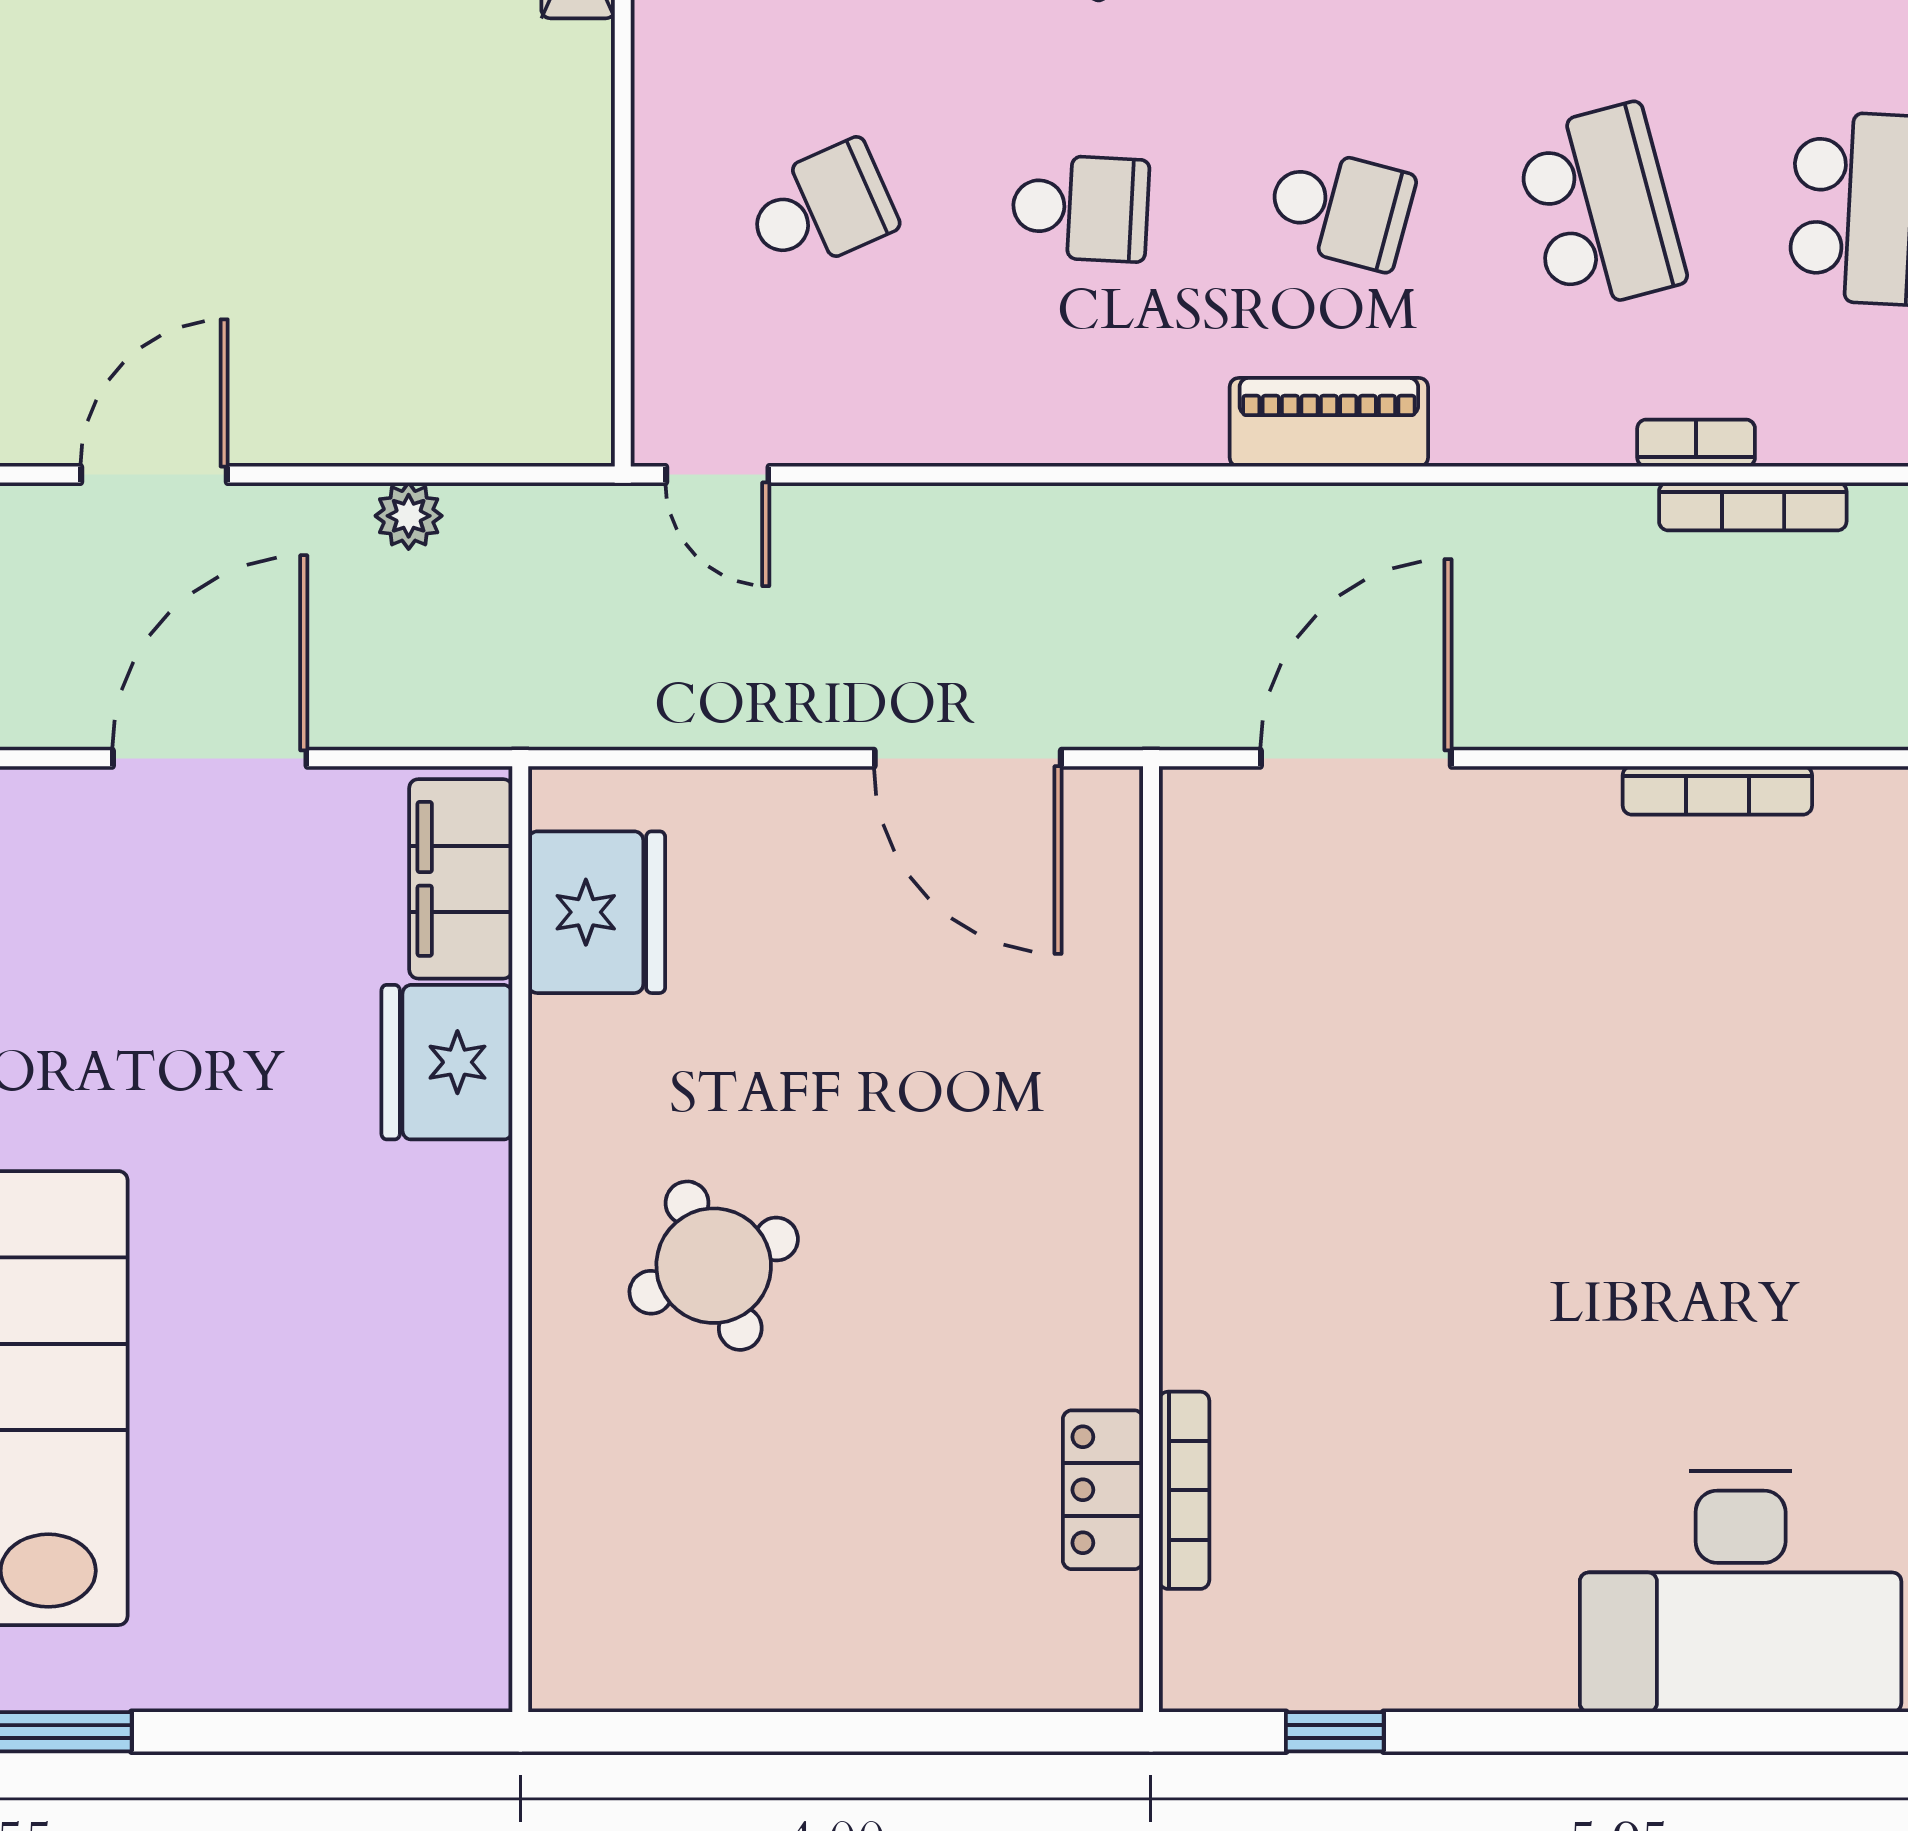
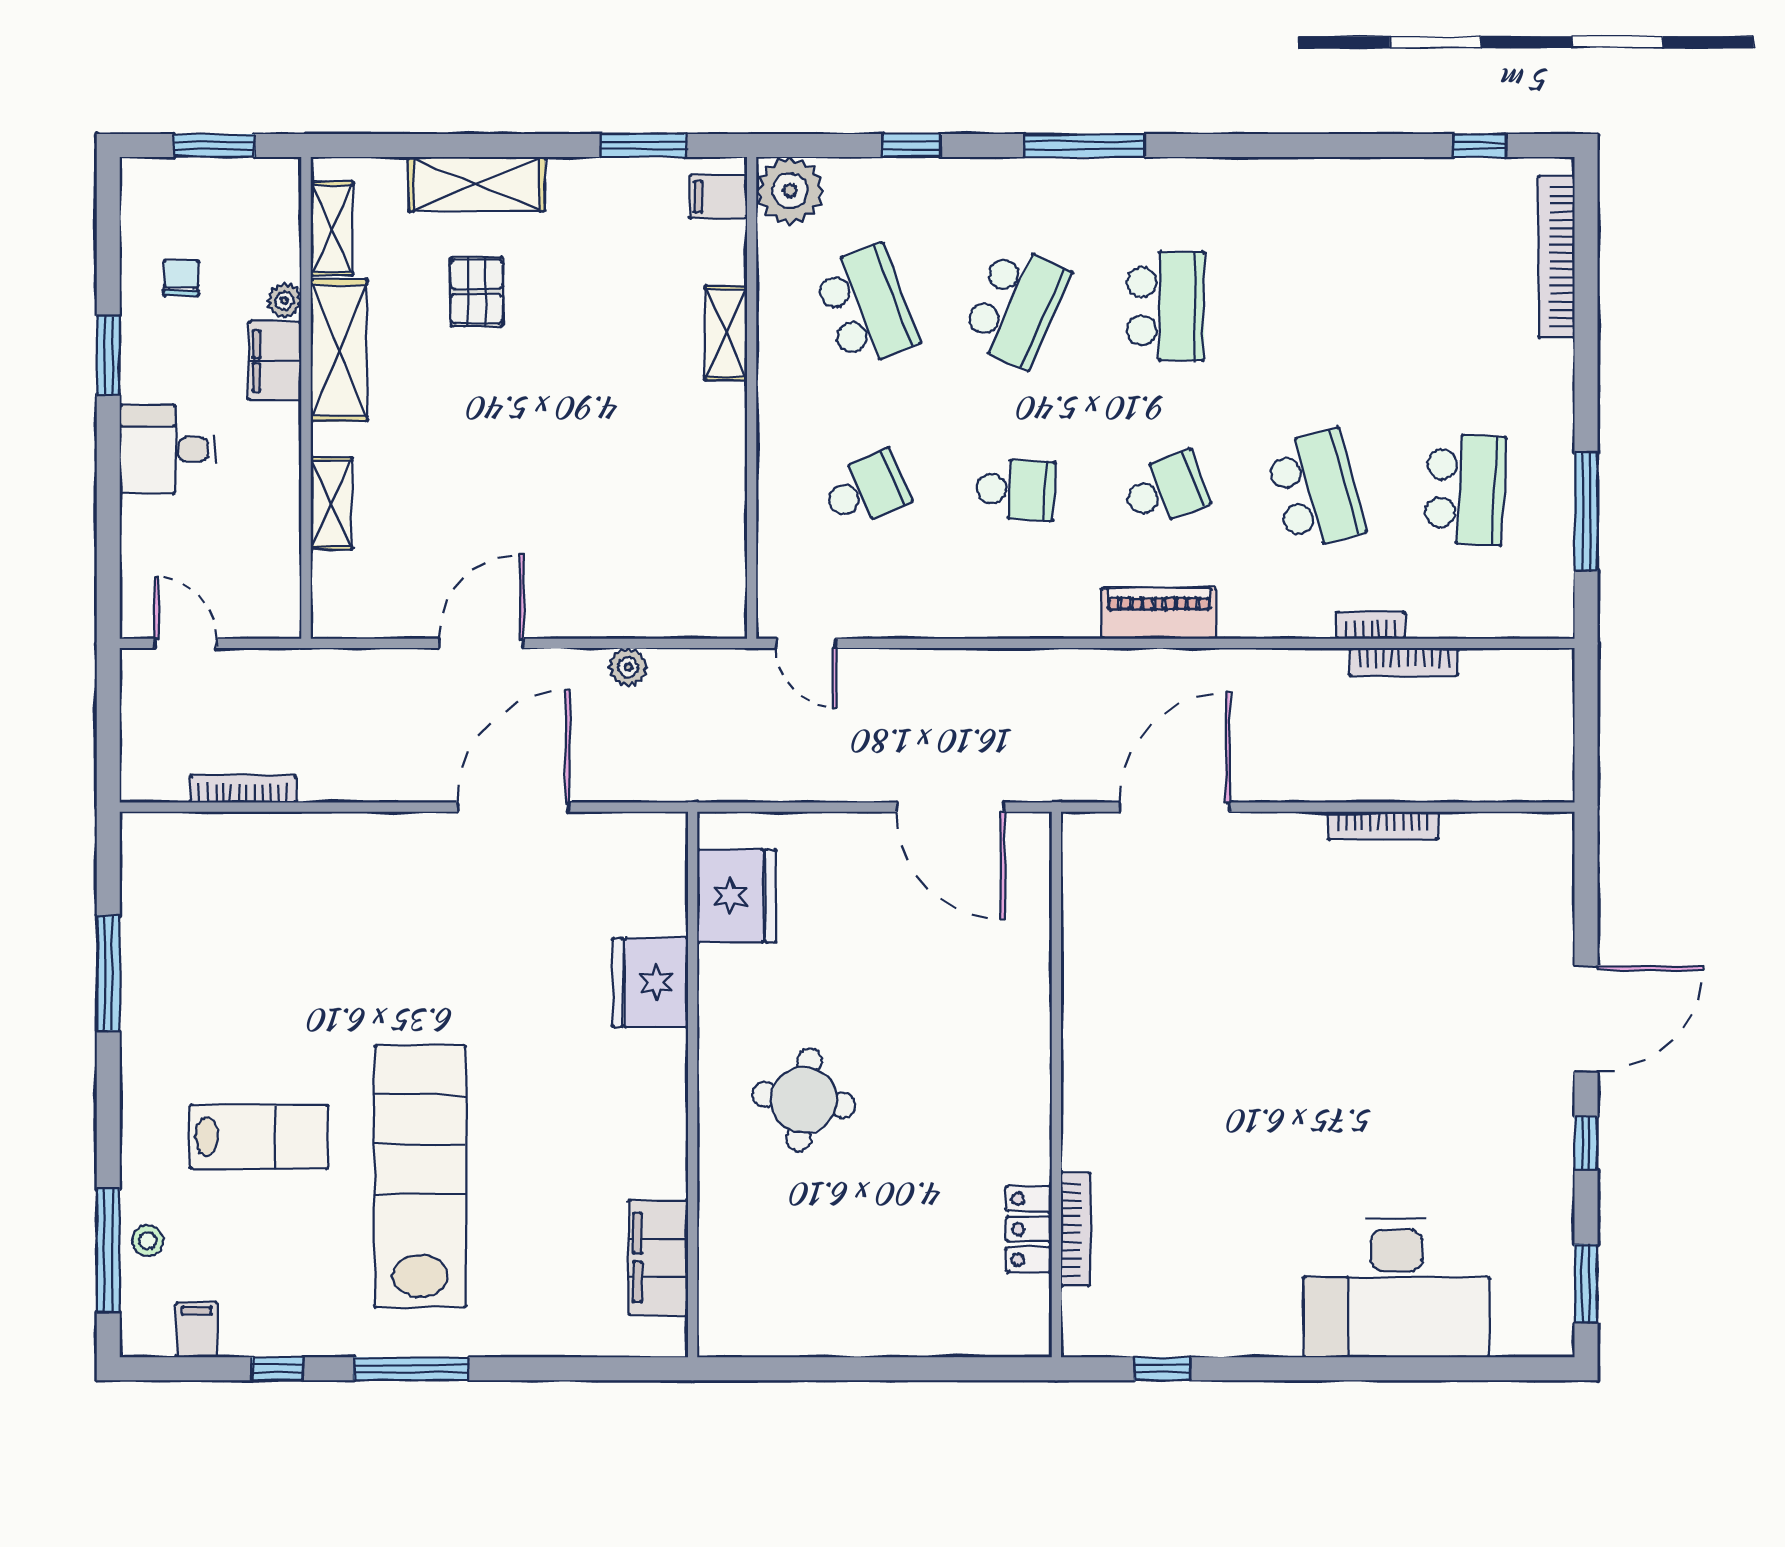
school desk: (1340, 208) -> (1165, 490), turned -36
filing cabinet: (461, 879) -> (658, 1258), moved
round table: (714, 1266) -> (804, 1100), turned 31

